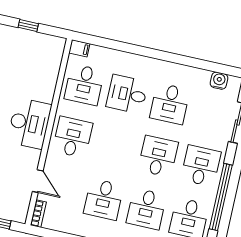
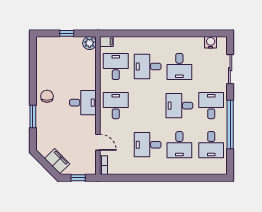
plant: (56, 45) -> (90, 43), added
desk: (84, 85) -> (116, 66), turned 180
desk: (29, 123) -> (83, 103), width x0.73
desk: (158, 156) -> (179, 106), turned -90
desk: (104, 199) -> (148, 145), turned 90

